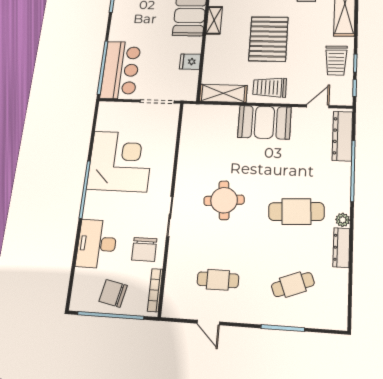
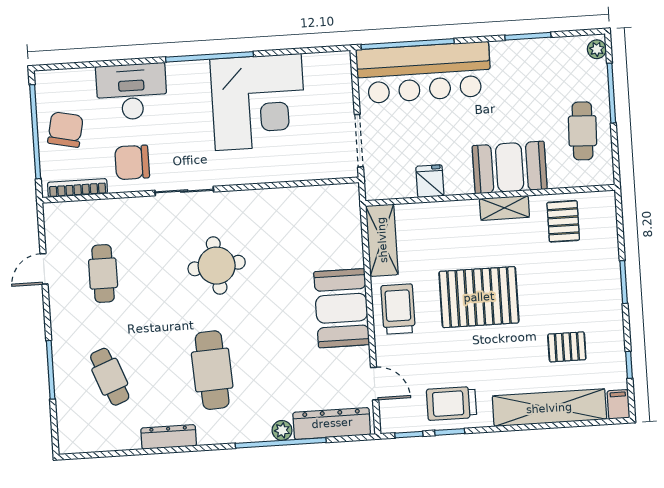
bar counter: (121, 70) -> (424, 73), width x1.36
plant: (343, 220) -> (282, 430), moved

